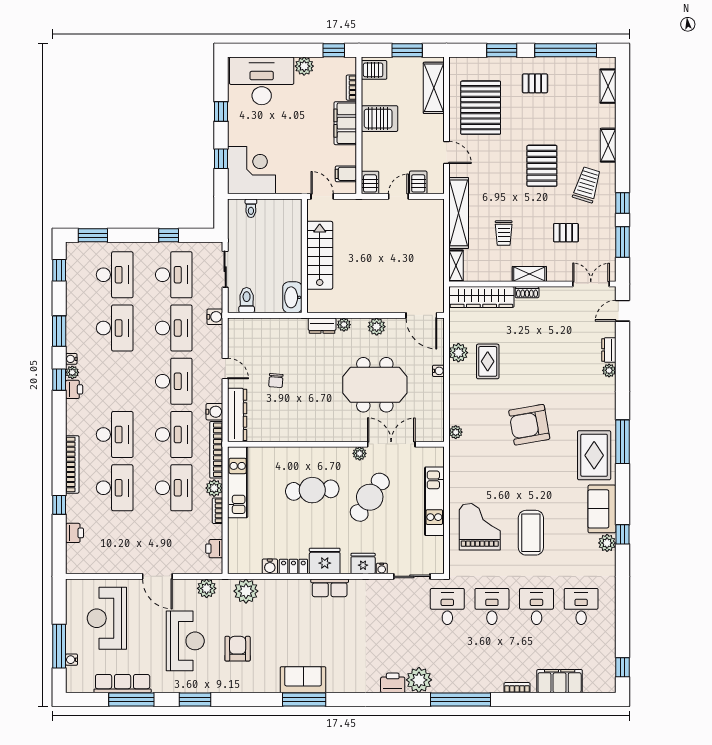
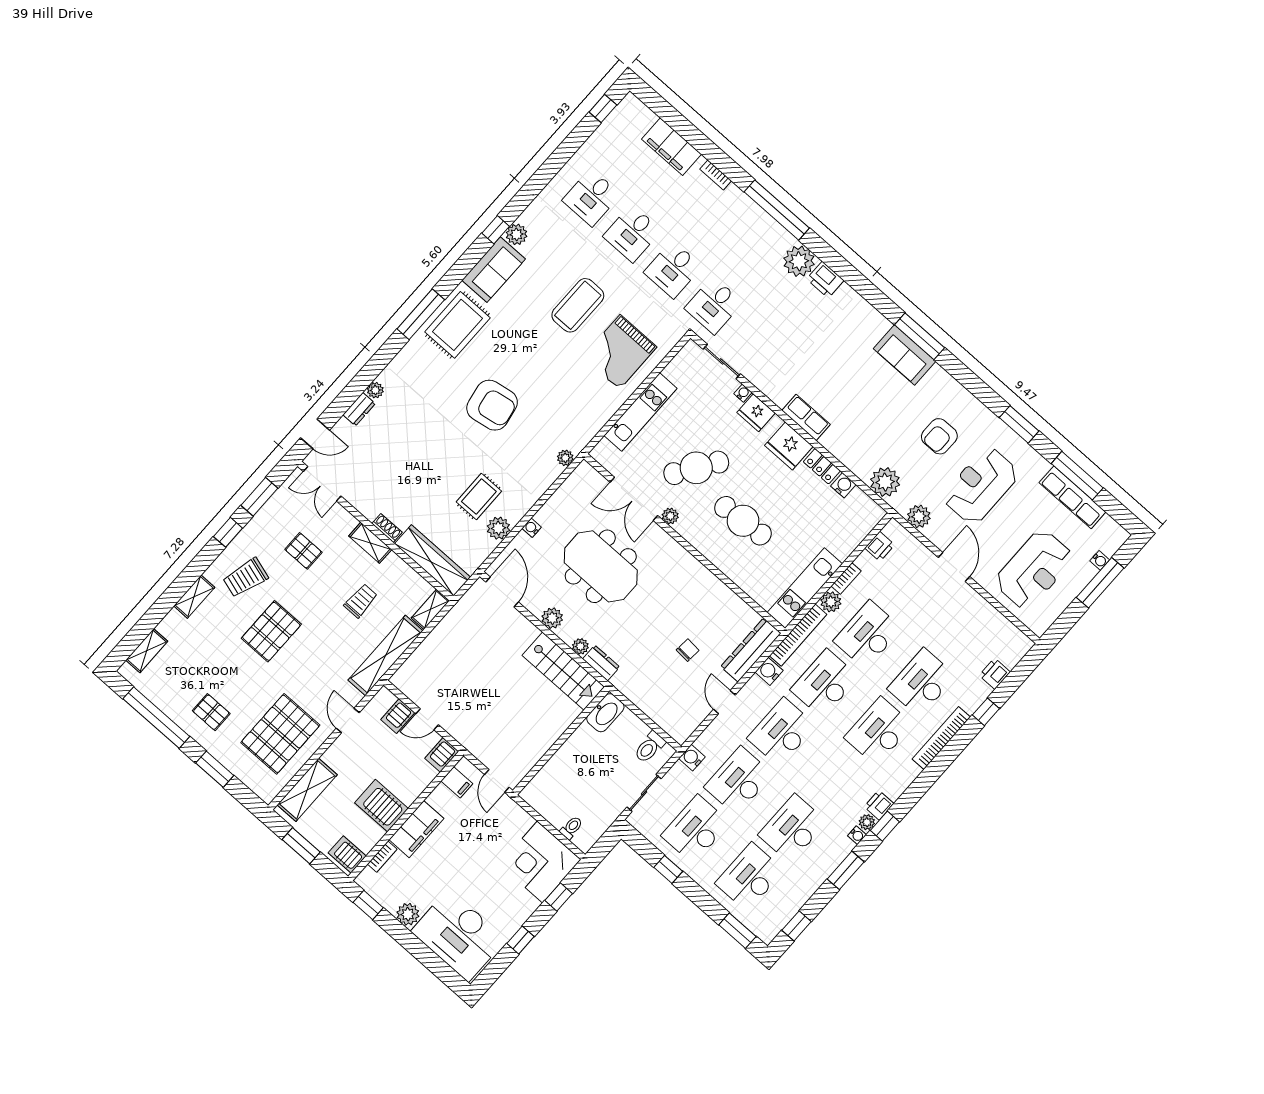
stairs: (320, 255) -> (563, 671), moved, turned -90

